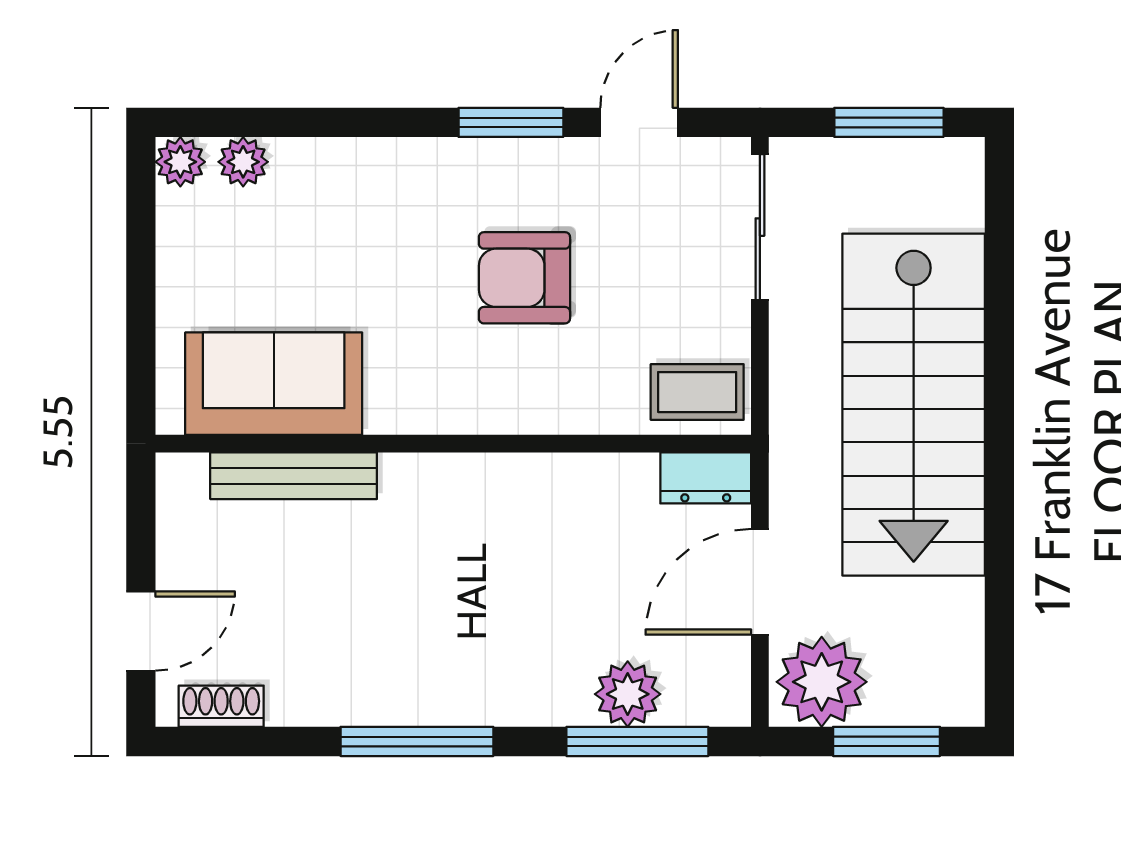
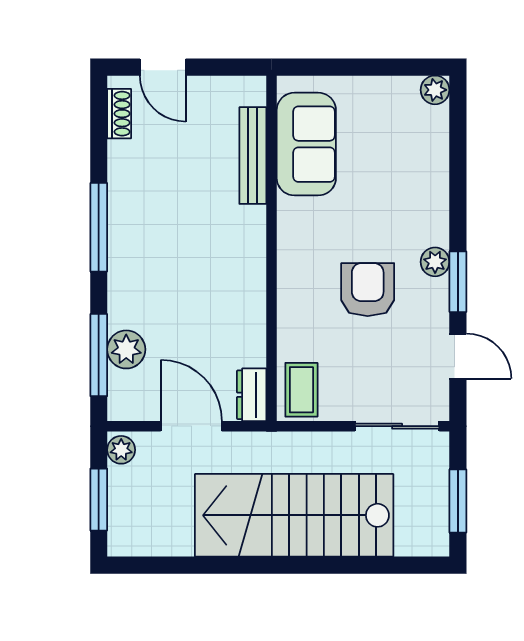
plant: (243, 162) -> (435, 262), moved
plant: (822, 682) -> (121, 450), width x0.53, depth x0.53

